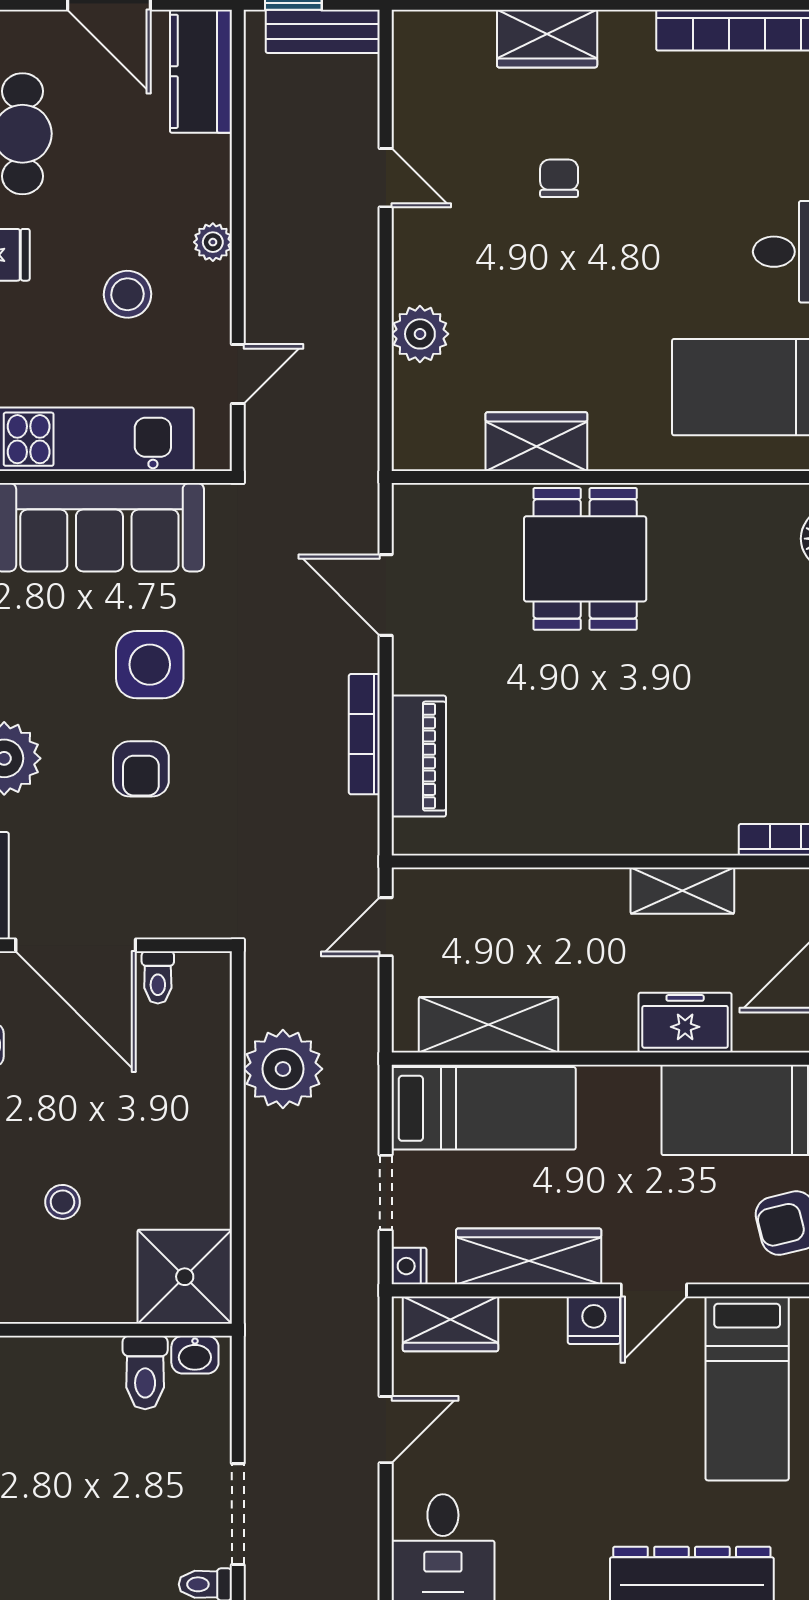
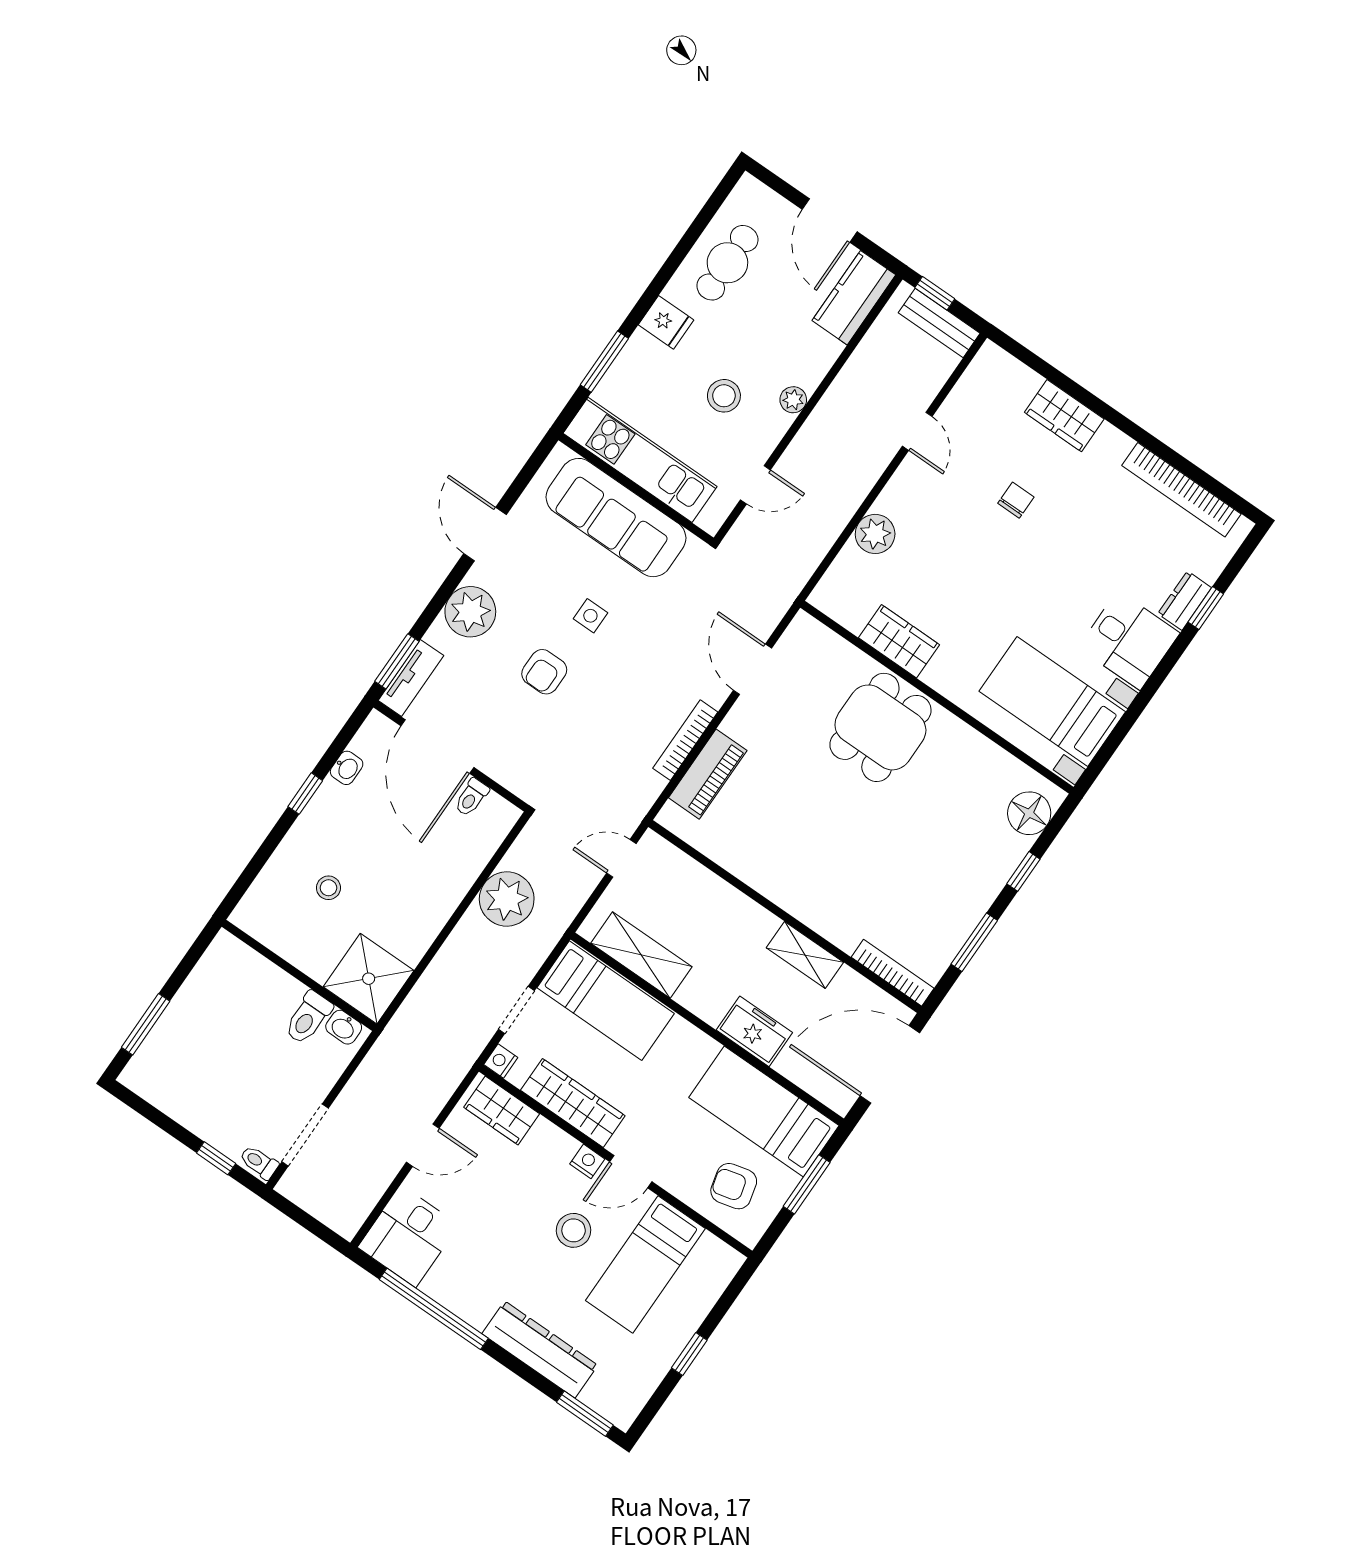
side table: (150, 665) -> (590, 616), width x0.54, depth x0.54
nightstand: (594, 1320) -> (587, 1161), width x0.72, depth x0.74
stool: (634, 1407) -> (574, 1230), added

